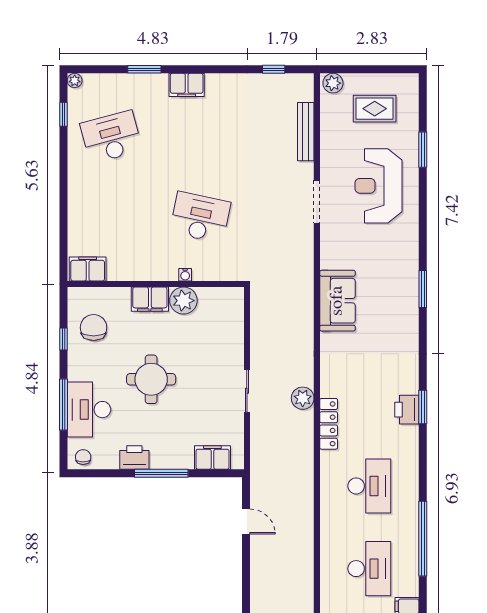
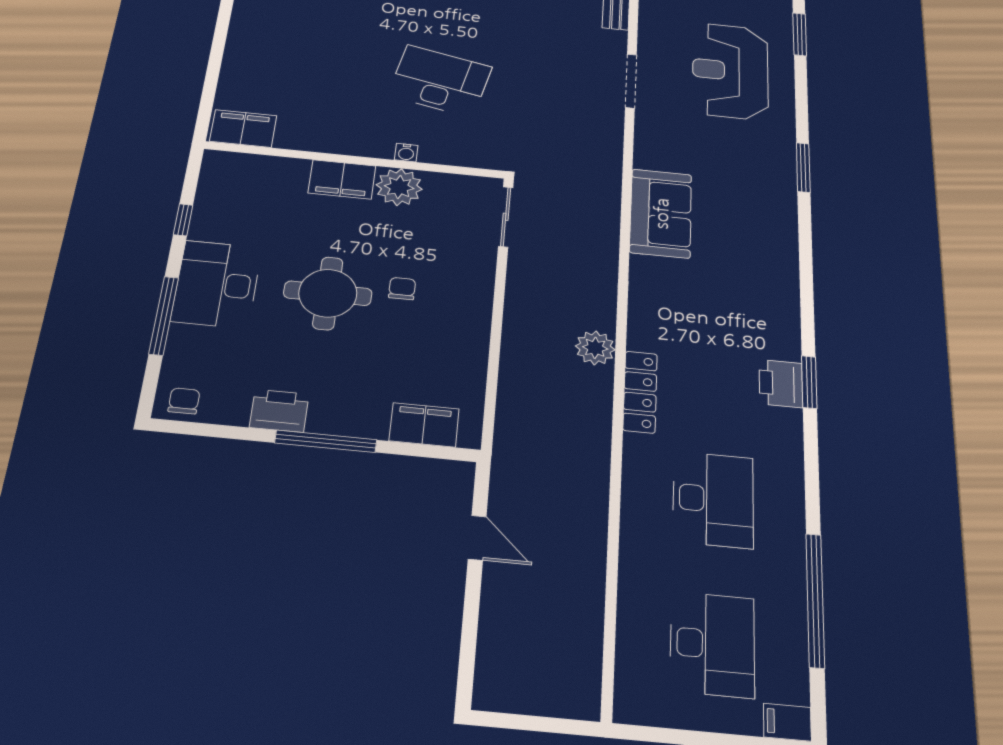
window: (423, 289) -> (803, 168), moved
chair: (94, 327) -> (402, 289), moved, width x0.54, depth x0.54
sliding door: (247, 391) -> (506, 217), moved
desk: (89, 410) -> (217, 284), moved

